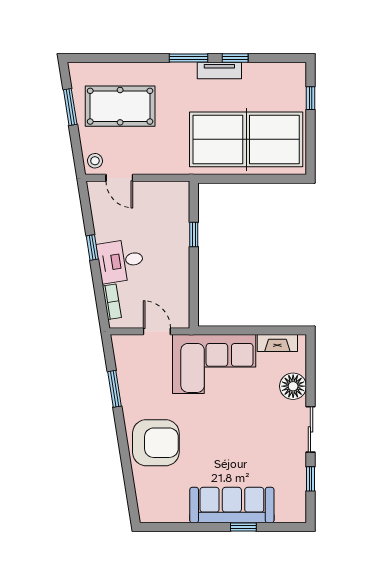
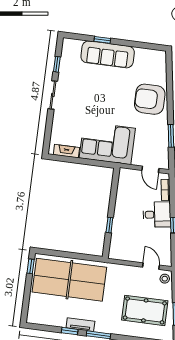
window: (310, 98) -> (31, 266), moved
door: (157, 331) -> (150, 169), moved
floor lamp: (293, 386) -> (60, 123), removed

